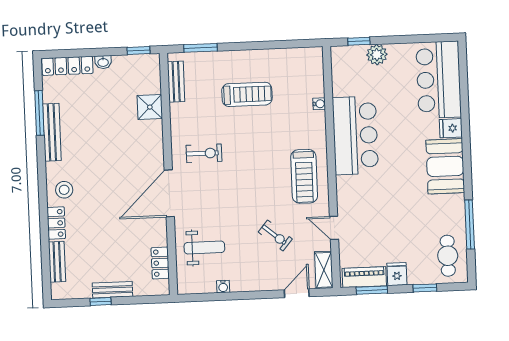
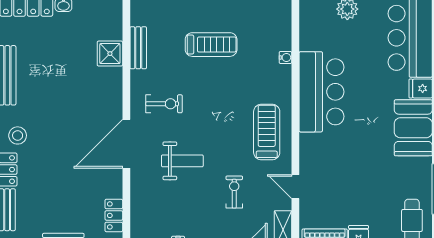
bench: (176, 82) -> (138, 48), moved
treadmill: (304, 176) -> (267, 132), turned 180
exercise bike: (275, 236) -> (234, 192), turned -130
weight bench: (204, 248) -> (182, 161), moved

